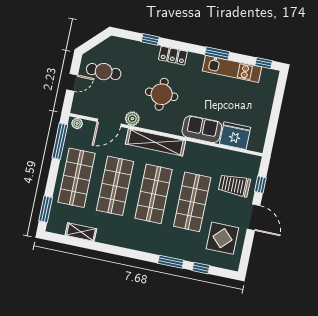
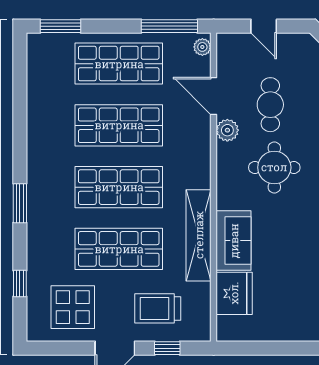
cafe table: (104, 72) -> (270, 105), moved
shelving: (155, 142) -> (199, 235), moved
trolley: (234, 185) -> (158, 308), turned -90
shelving: (81, 232) -> (37, 88), removed
window: (171, 262) -> (20, 203), moved

